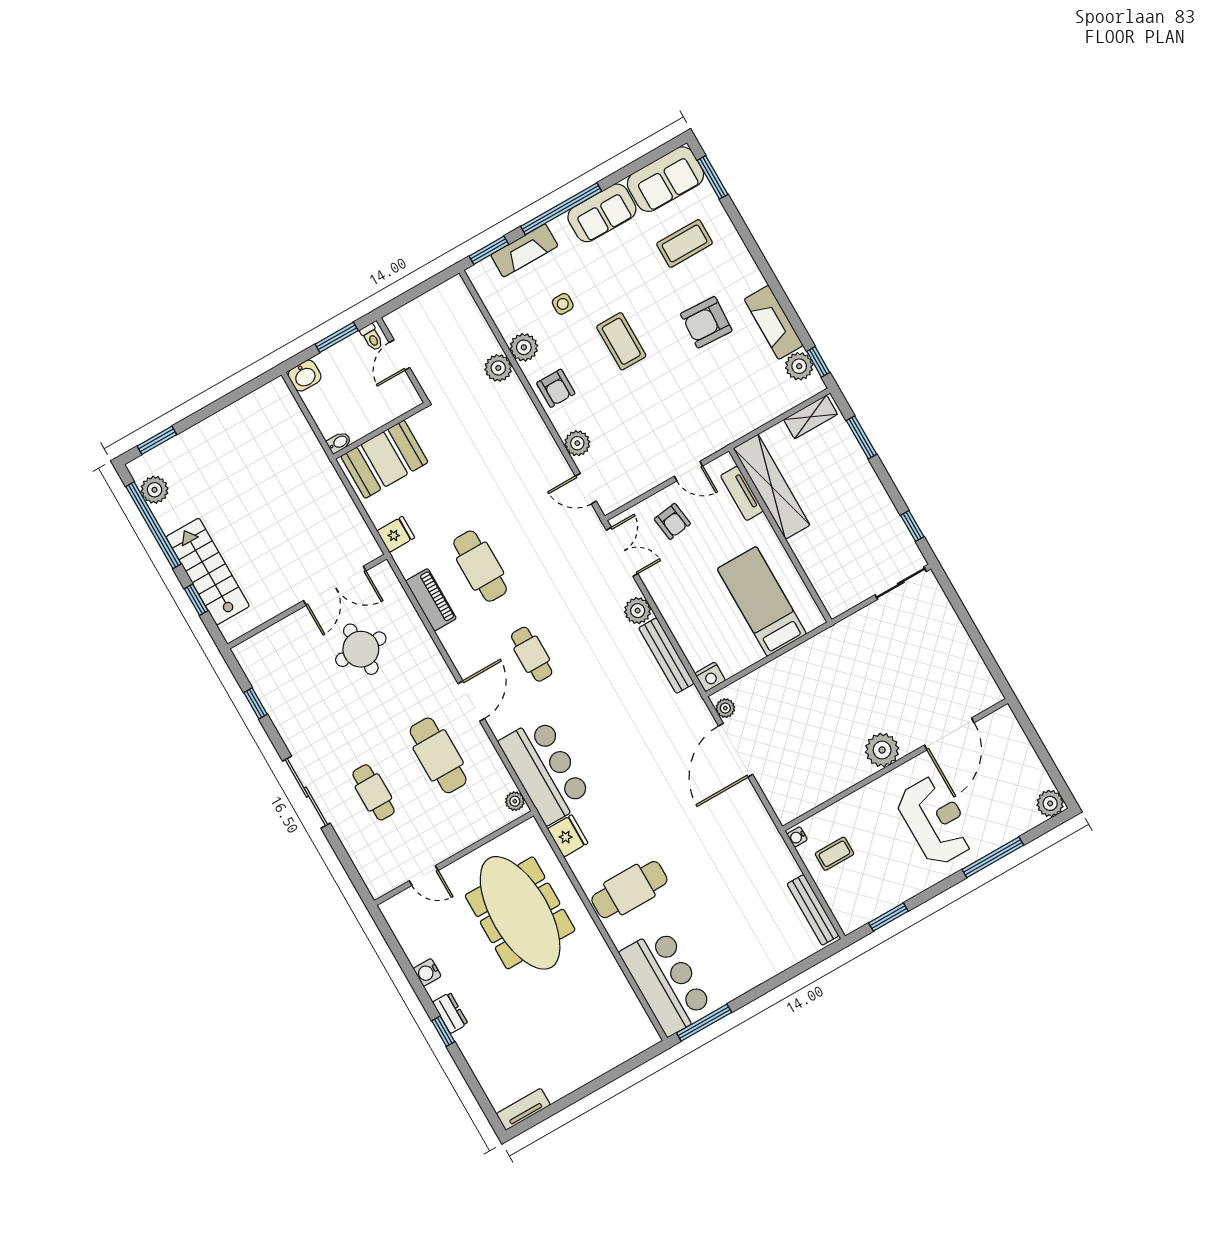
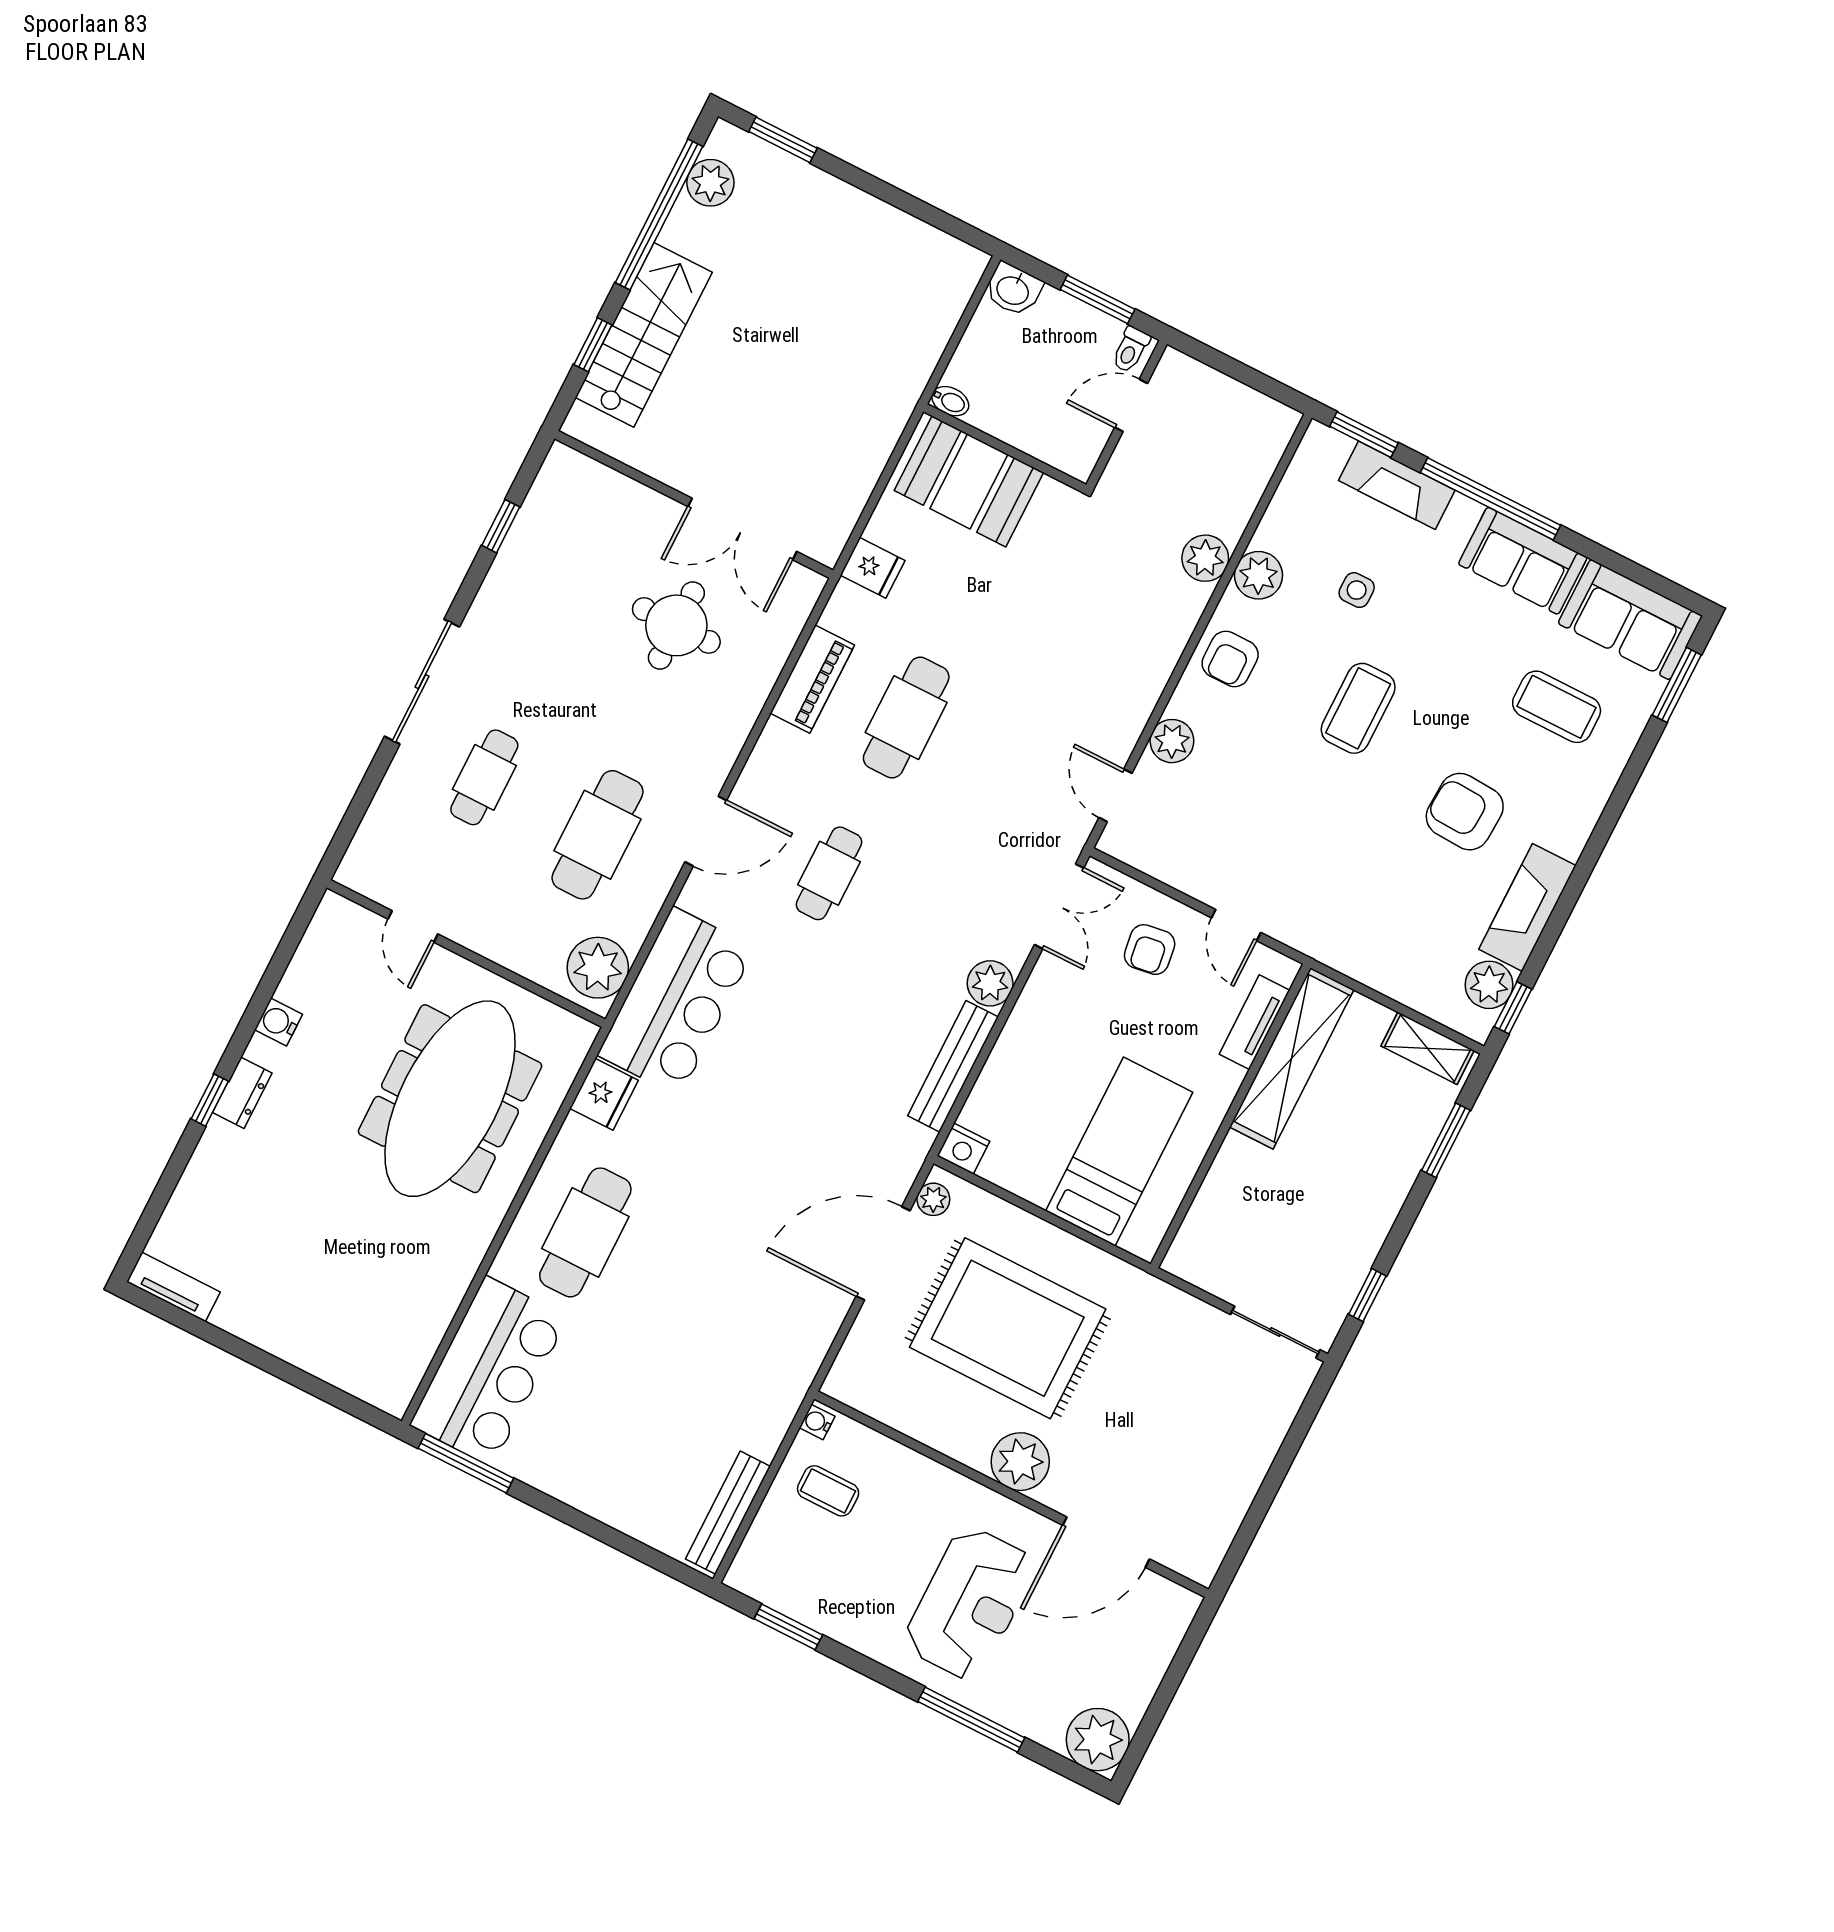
rug: (813, 713) -> (1008, 1328), added
plant: (515, 801) -> (598, 968), width x1.88, depth x1.88
plant: (1050, 803) -> (1098, 1740), width x1.36, depth x1.36
cafe table: (629, 890) -> (585, 1232), turned 90

